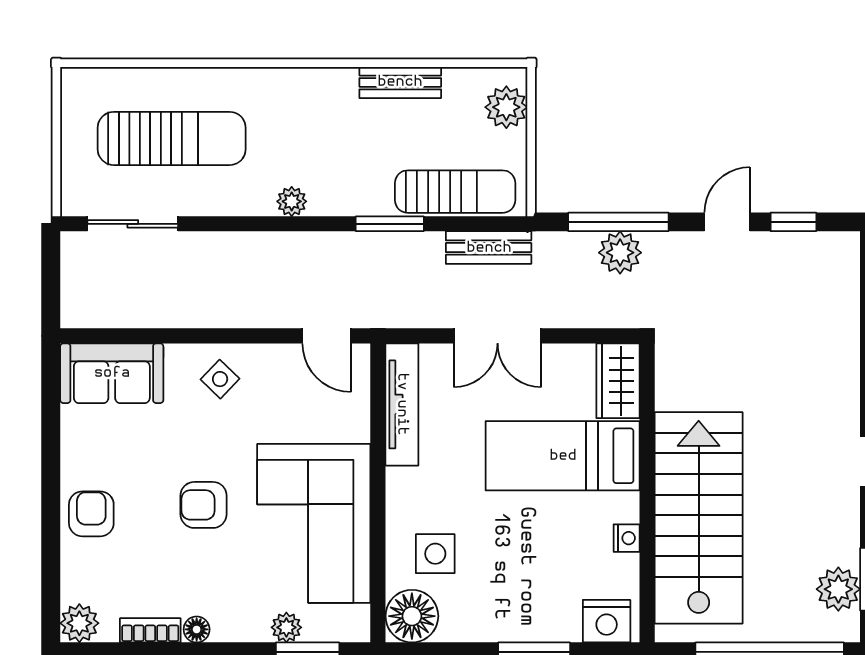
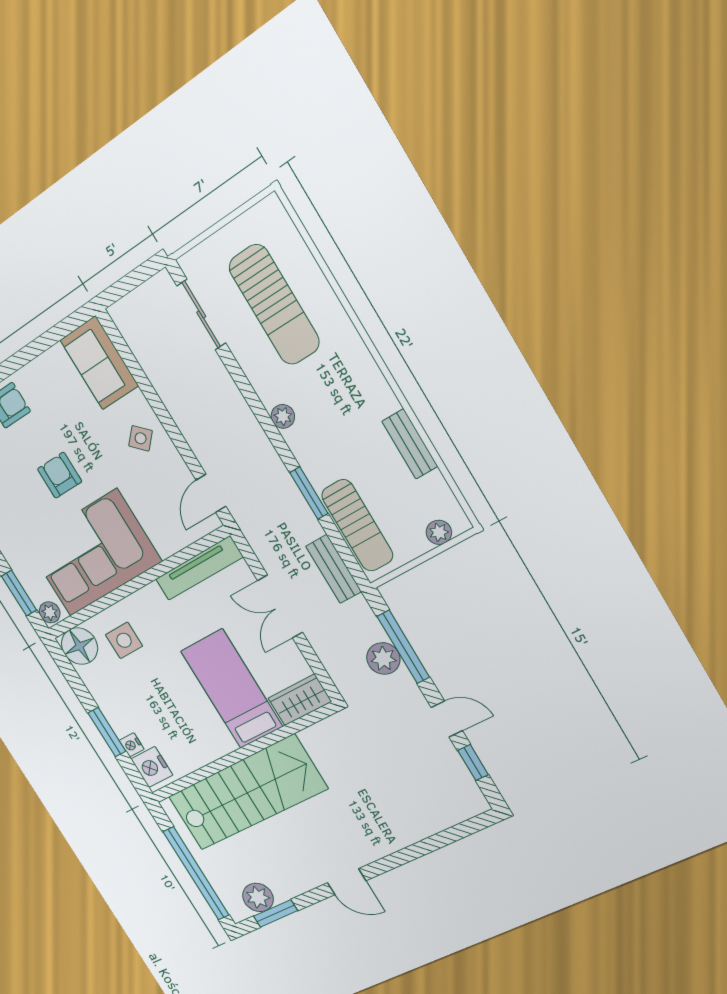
plant: (506, 107) -> (439, 532), width x0.73, depth x0.73
nightstand: (627, 538) -> (132, 745), moved, turned 90
plant: (286, 627) -> (50, 612), moved

